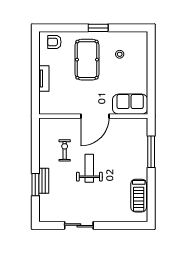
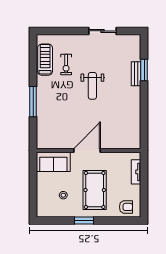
sofa: (130, 104) -> (53, 162), moved
wall: (93, 116) -> (89, 150), moved
door: (95, 116) -> (87, 150), moved
exercise bike: (65, 150) -> (66, 65), moved

